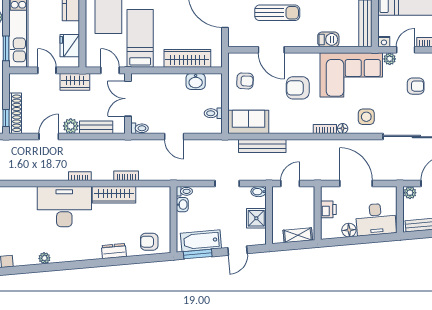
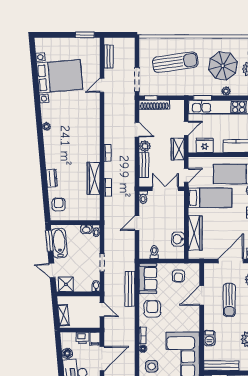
armchair: (298, 88) -> (152, 309), moved
filing cabinet: (329, 193) -> (95, 339), added
desk: (64, 207) -> (85, 141), removed
shower: (256, 218) -> (66, 284), moved

